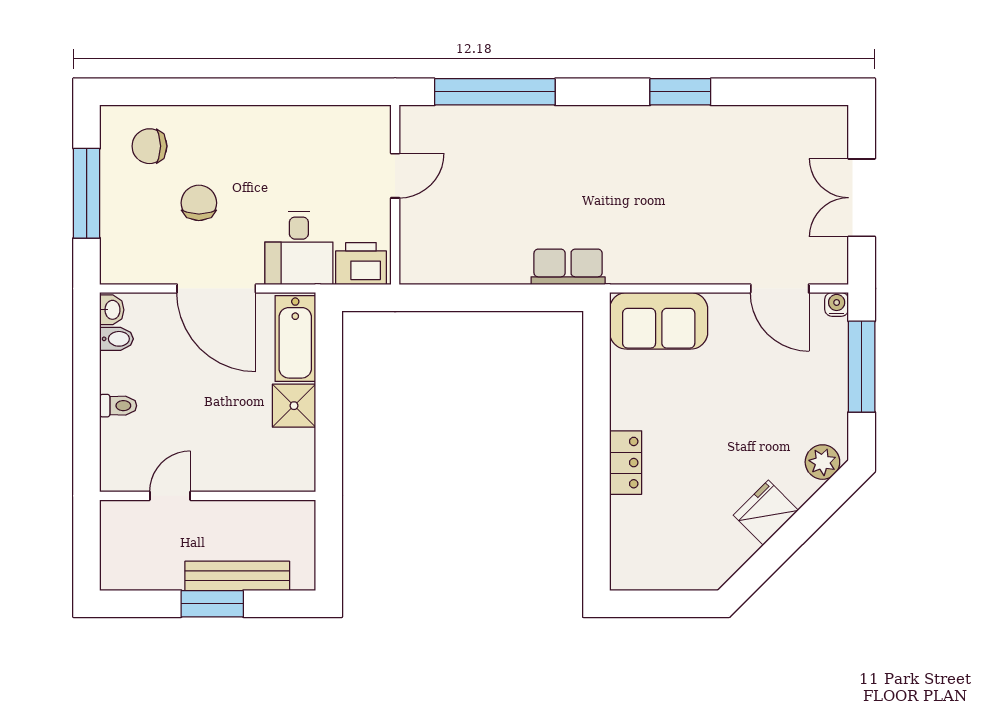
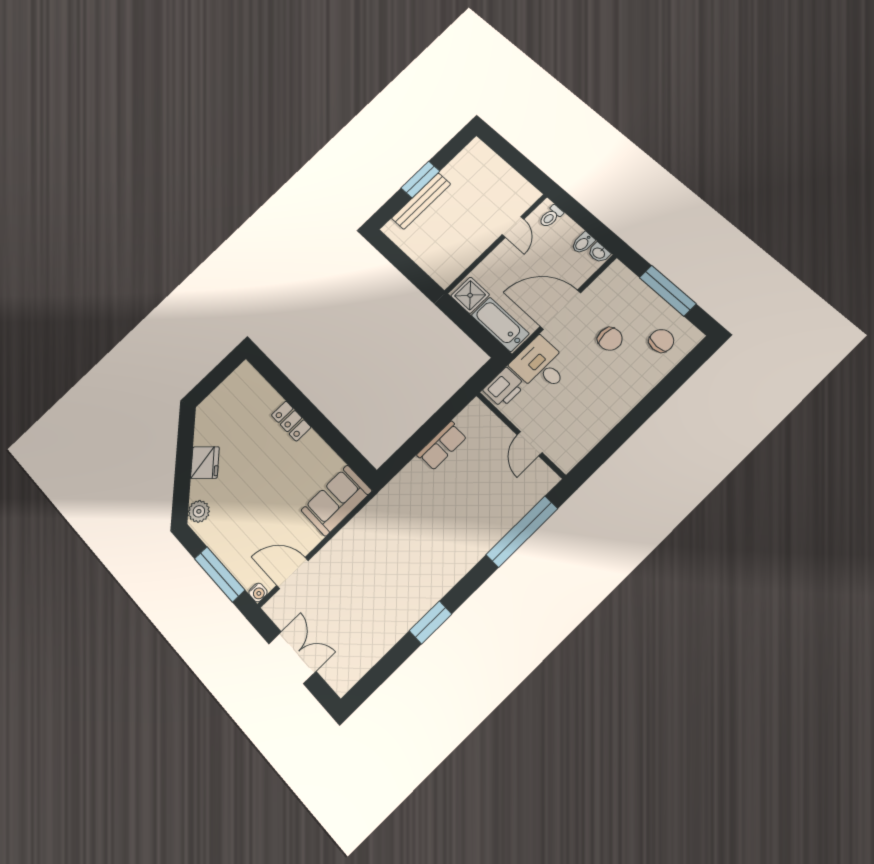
row of seats: (568, 267) -> (442, 446), moved
door: (170, 496) -> (513, 227), moved
wall: (208, 496) -> (496, 244), moved

